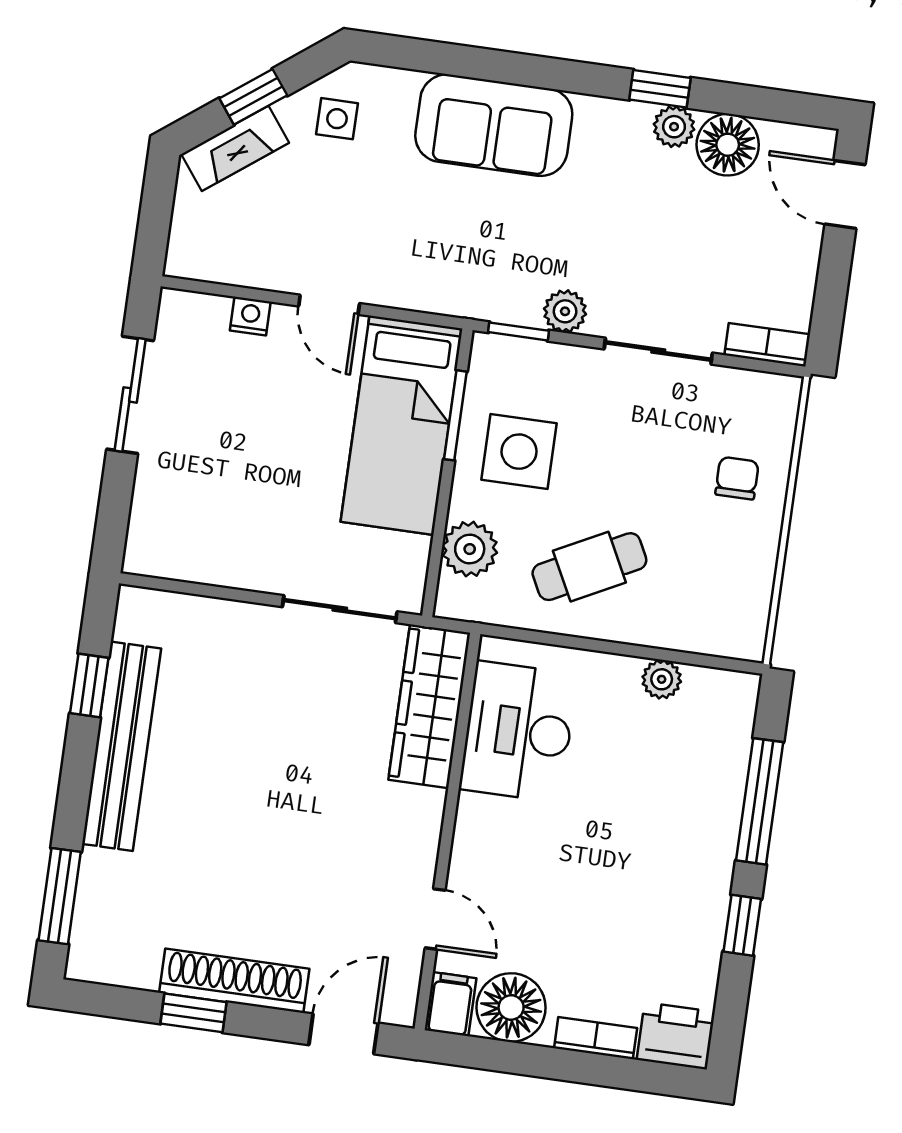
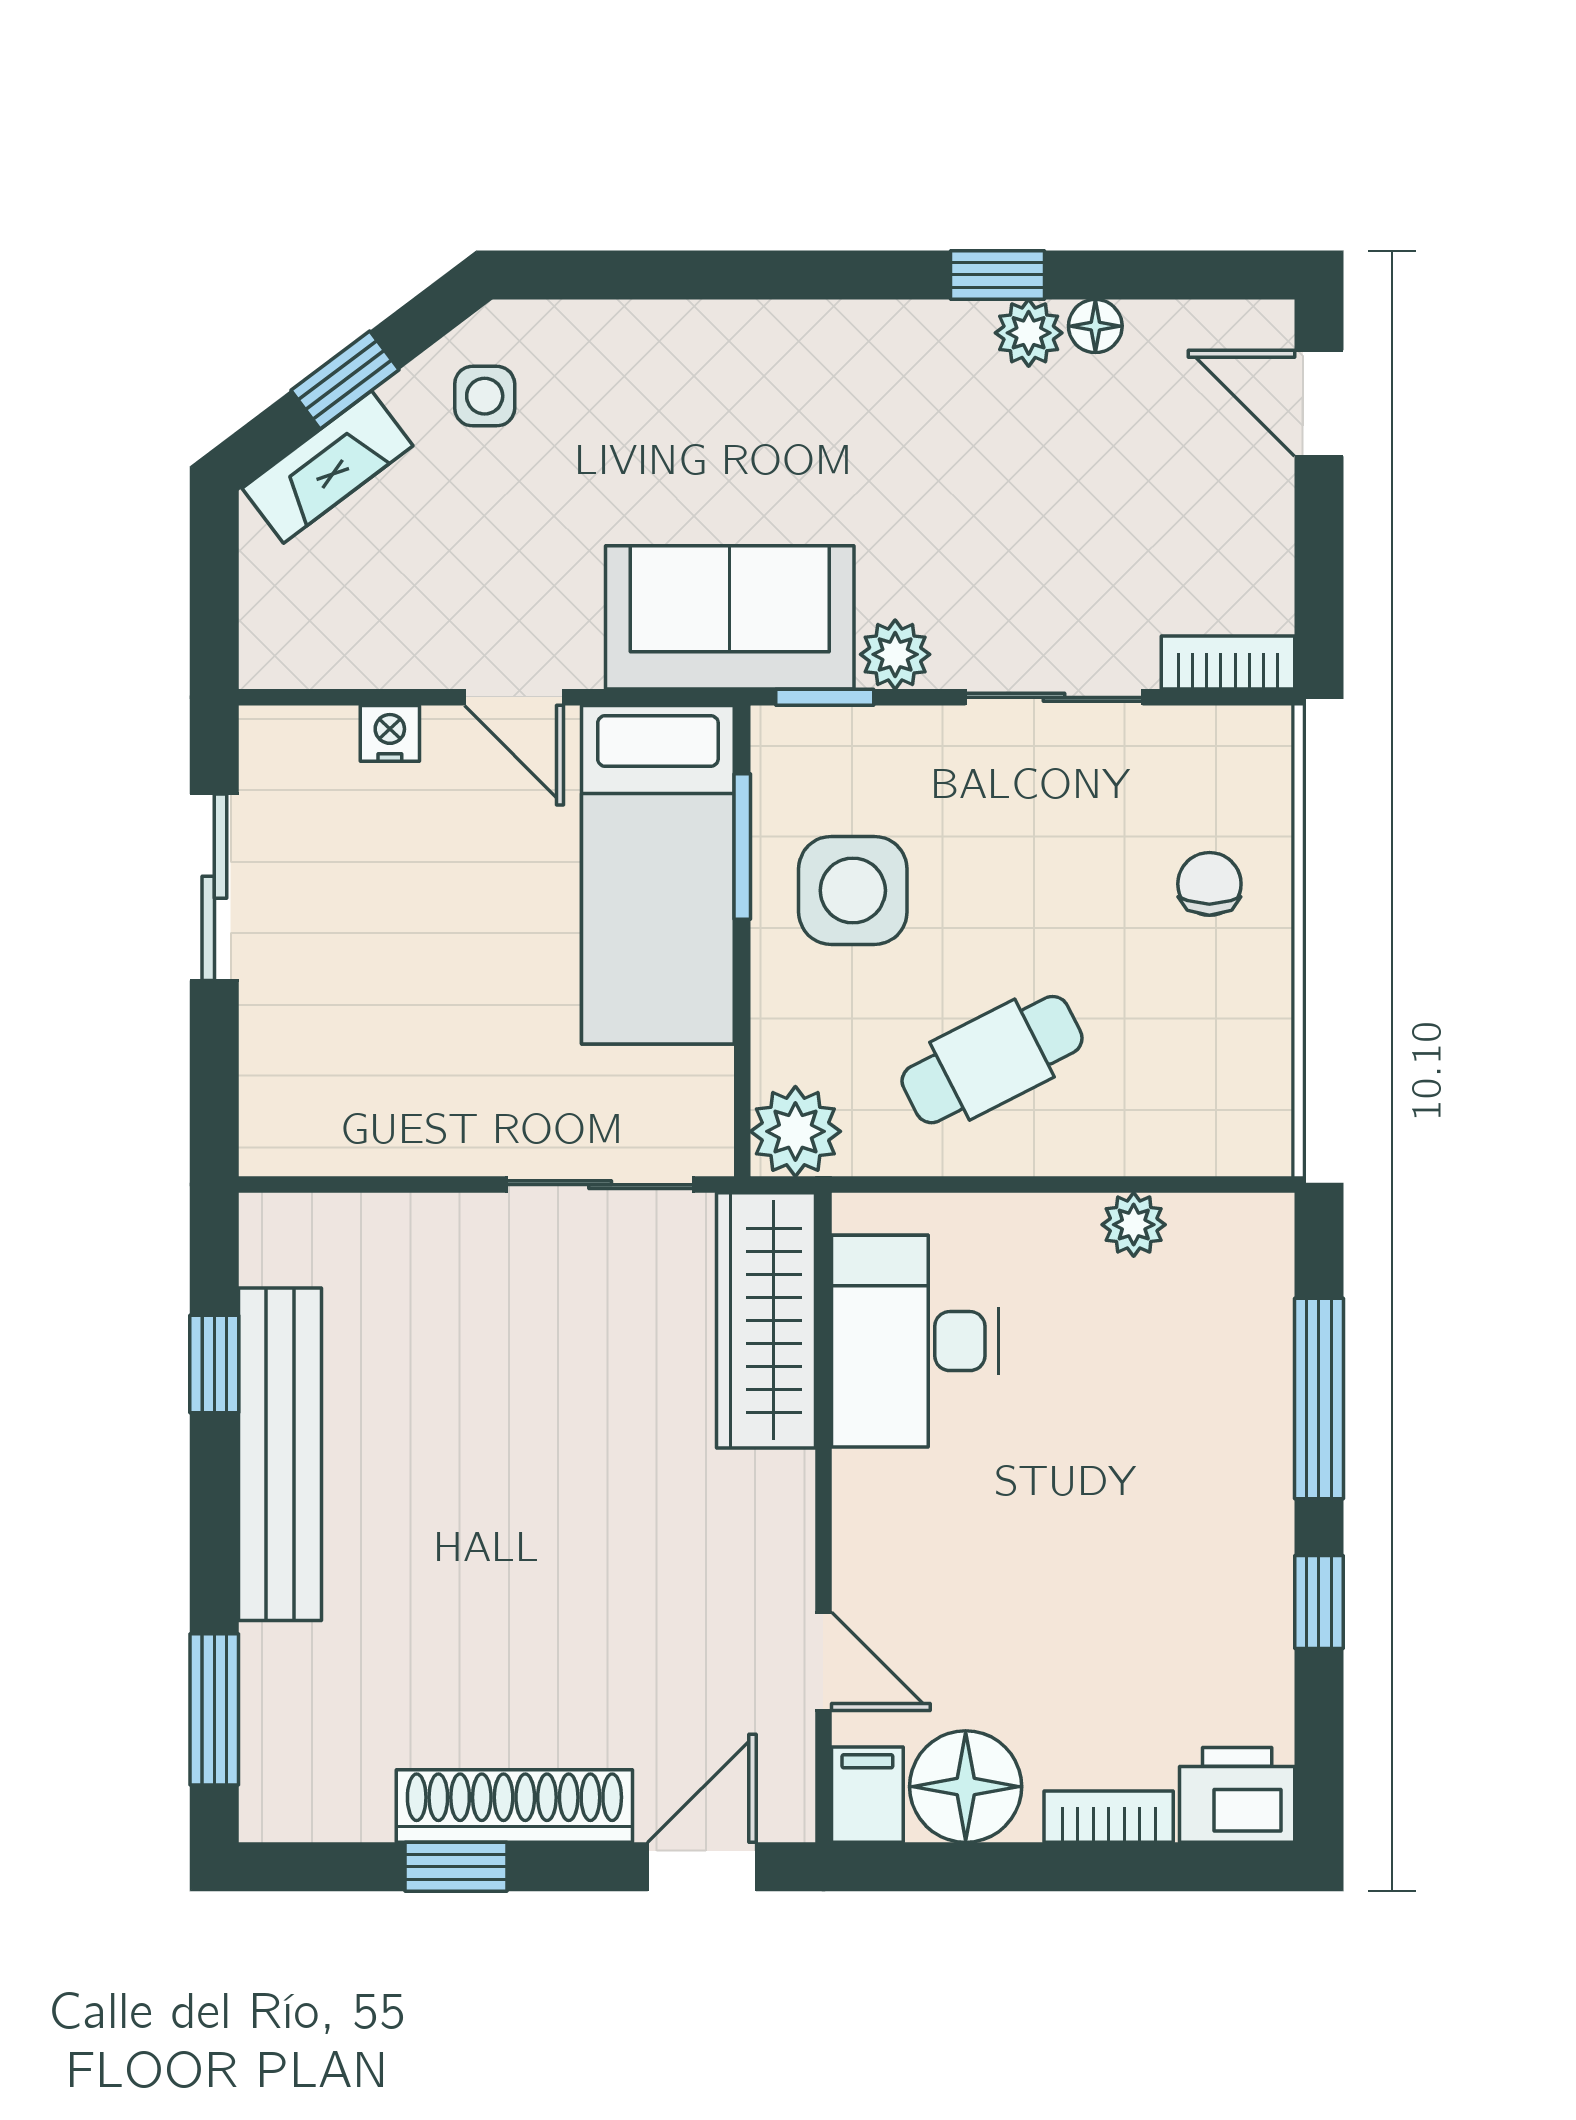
sofa: (494, 125) -> (730, 617), moved, turned 180
floor lamp: (728, 145) -> (1095, 326), width x0.53, depth x0.53
plant: (470, 549) -> (795, 1131), moved

